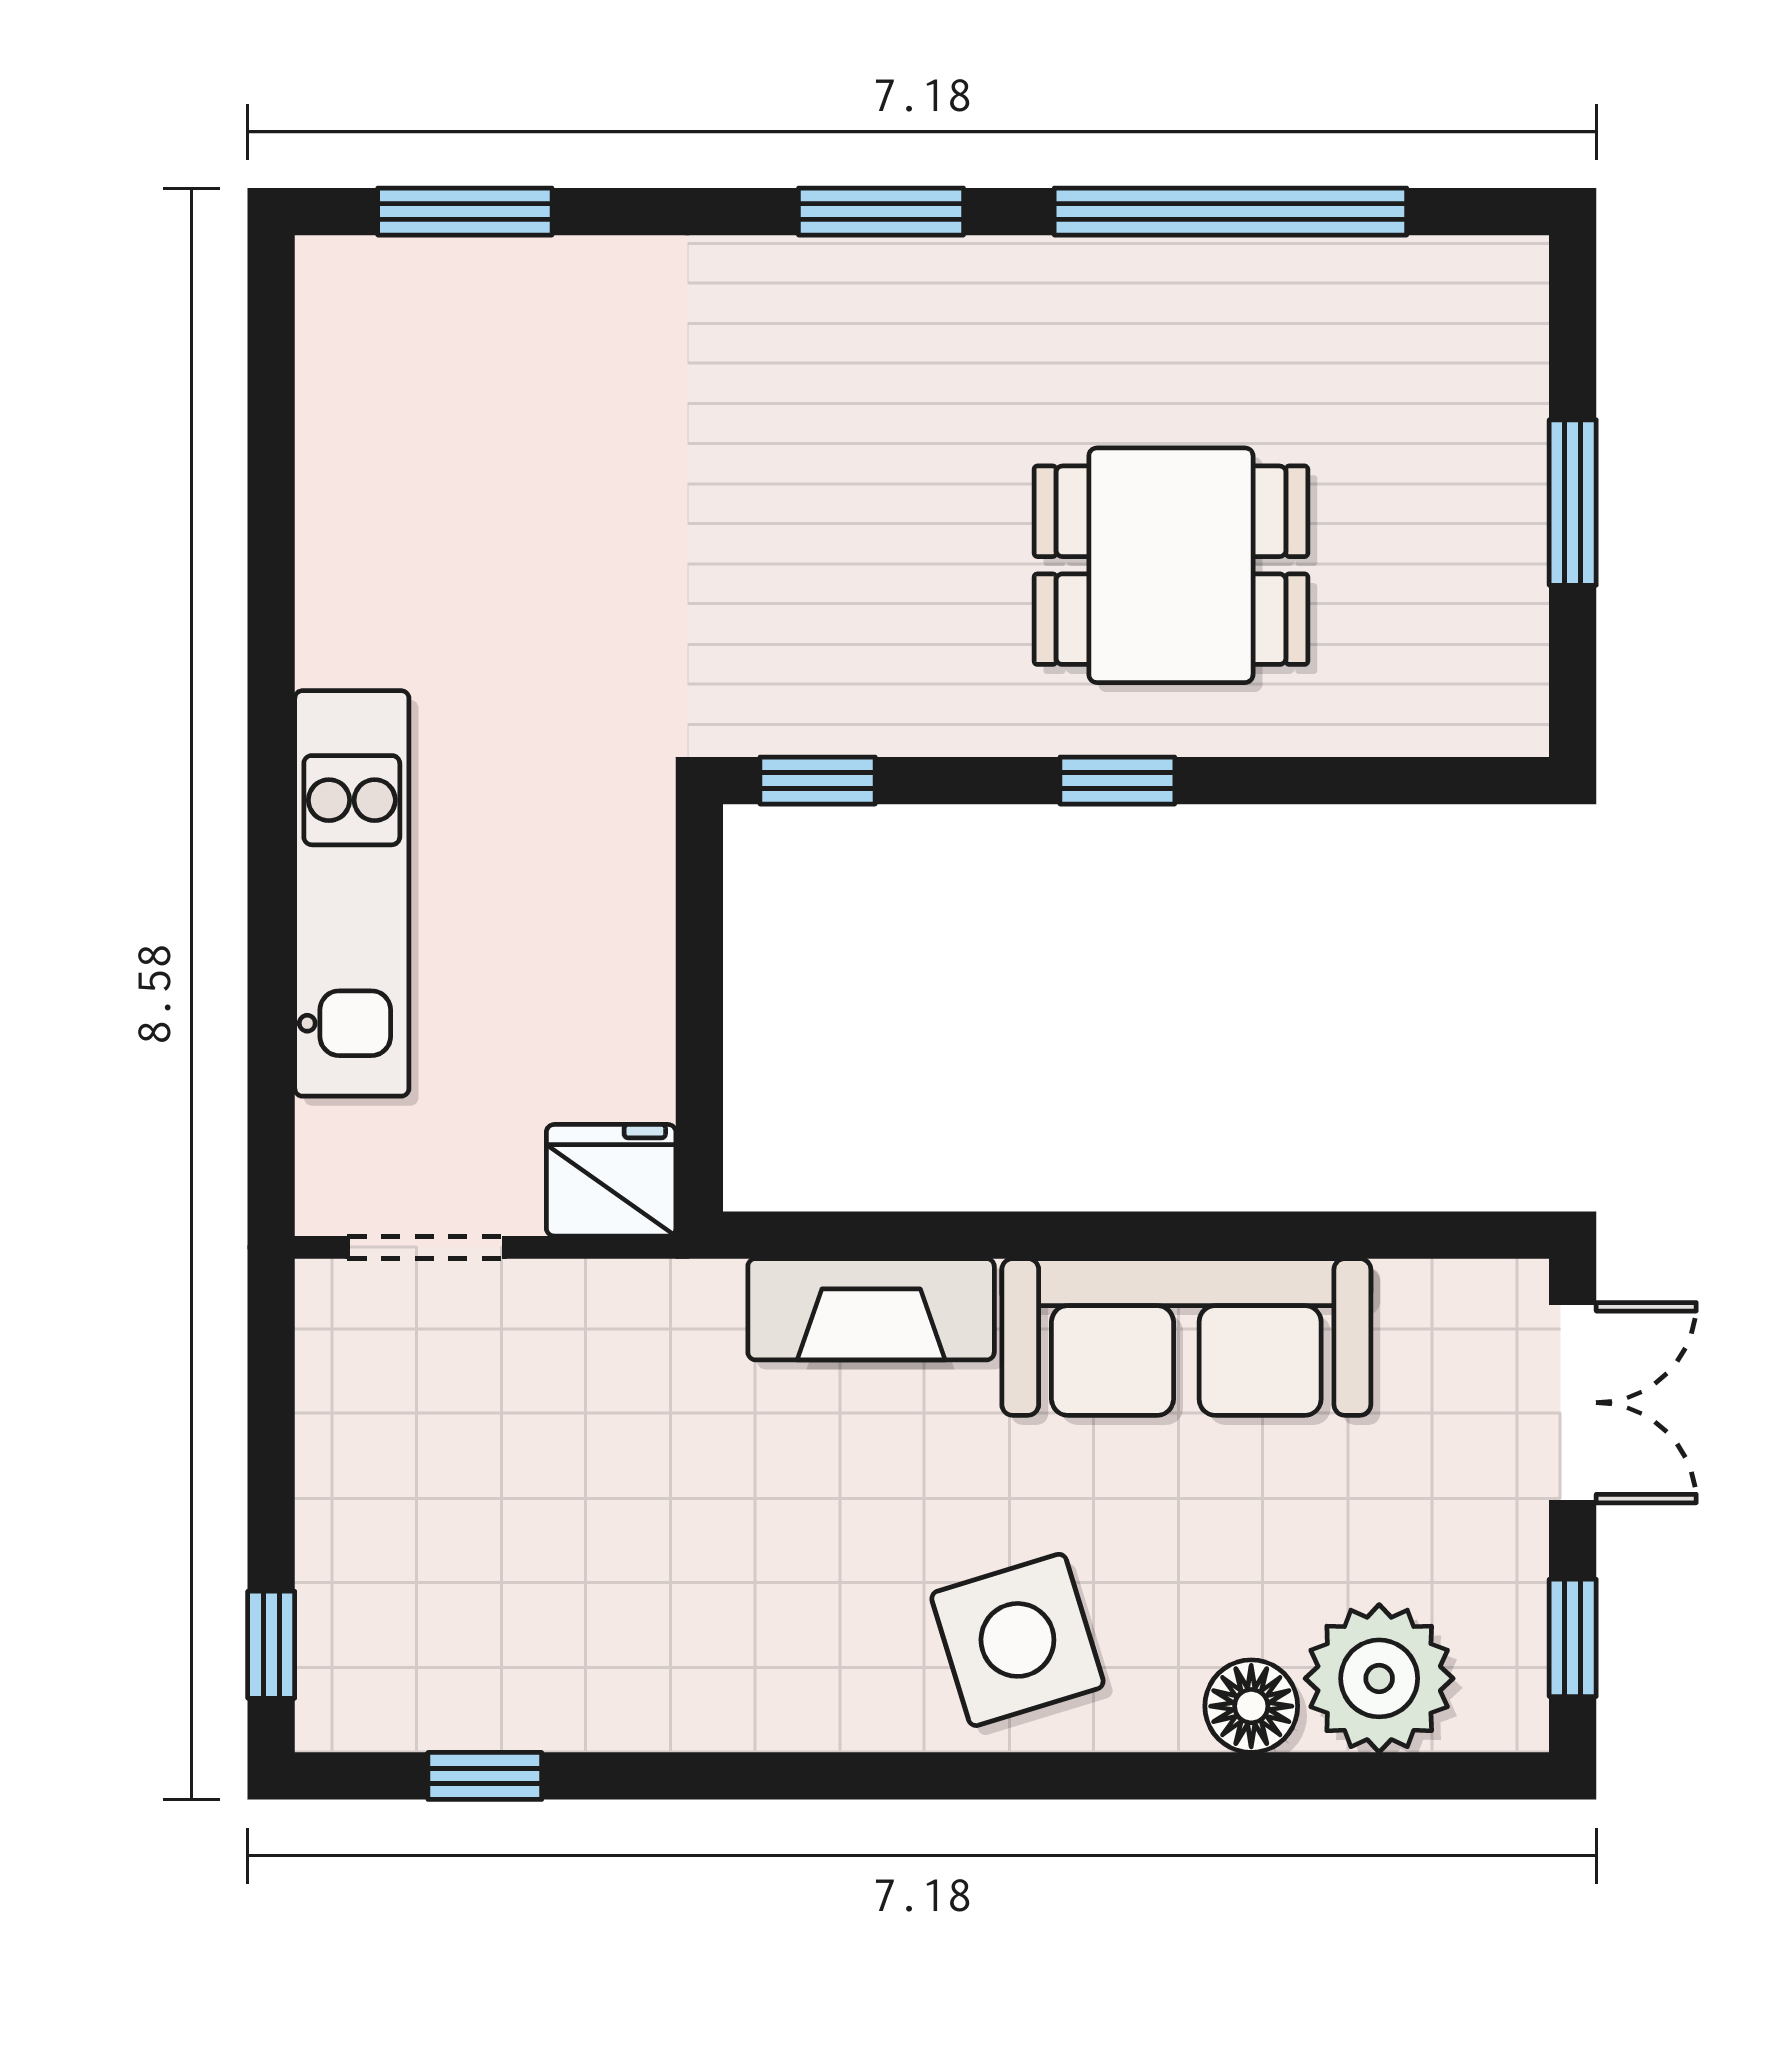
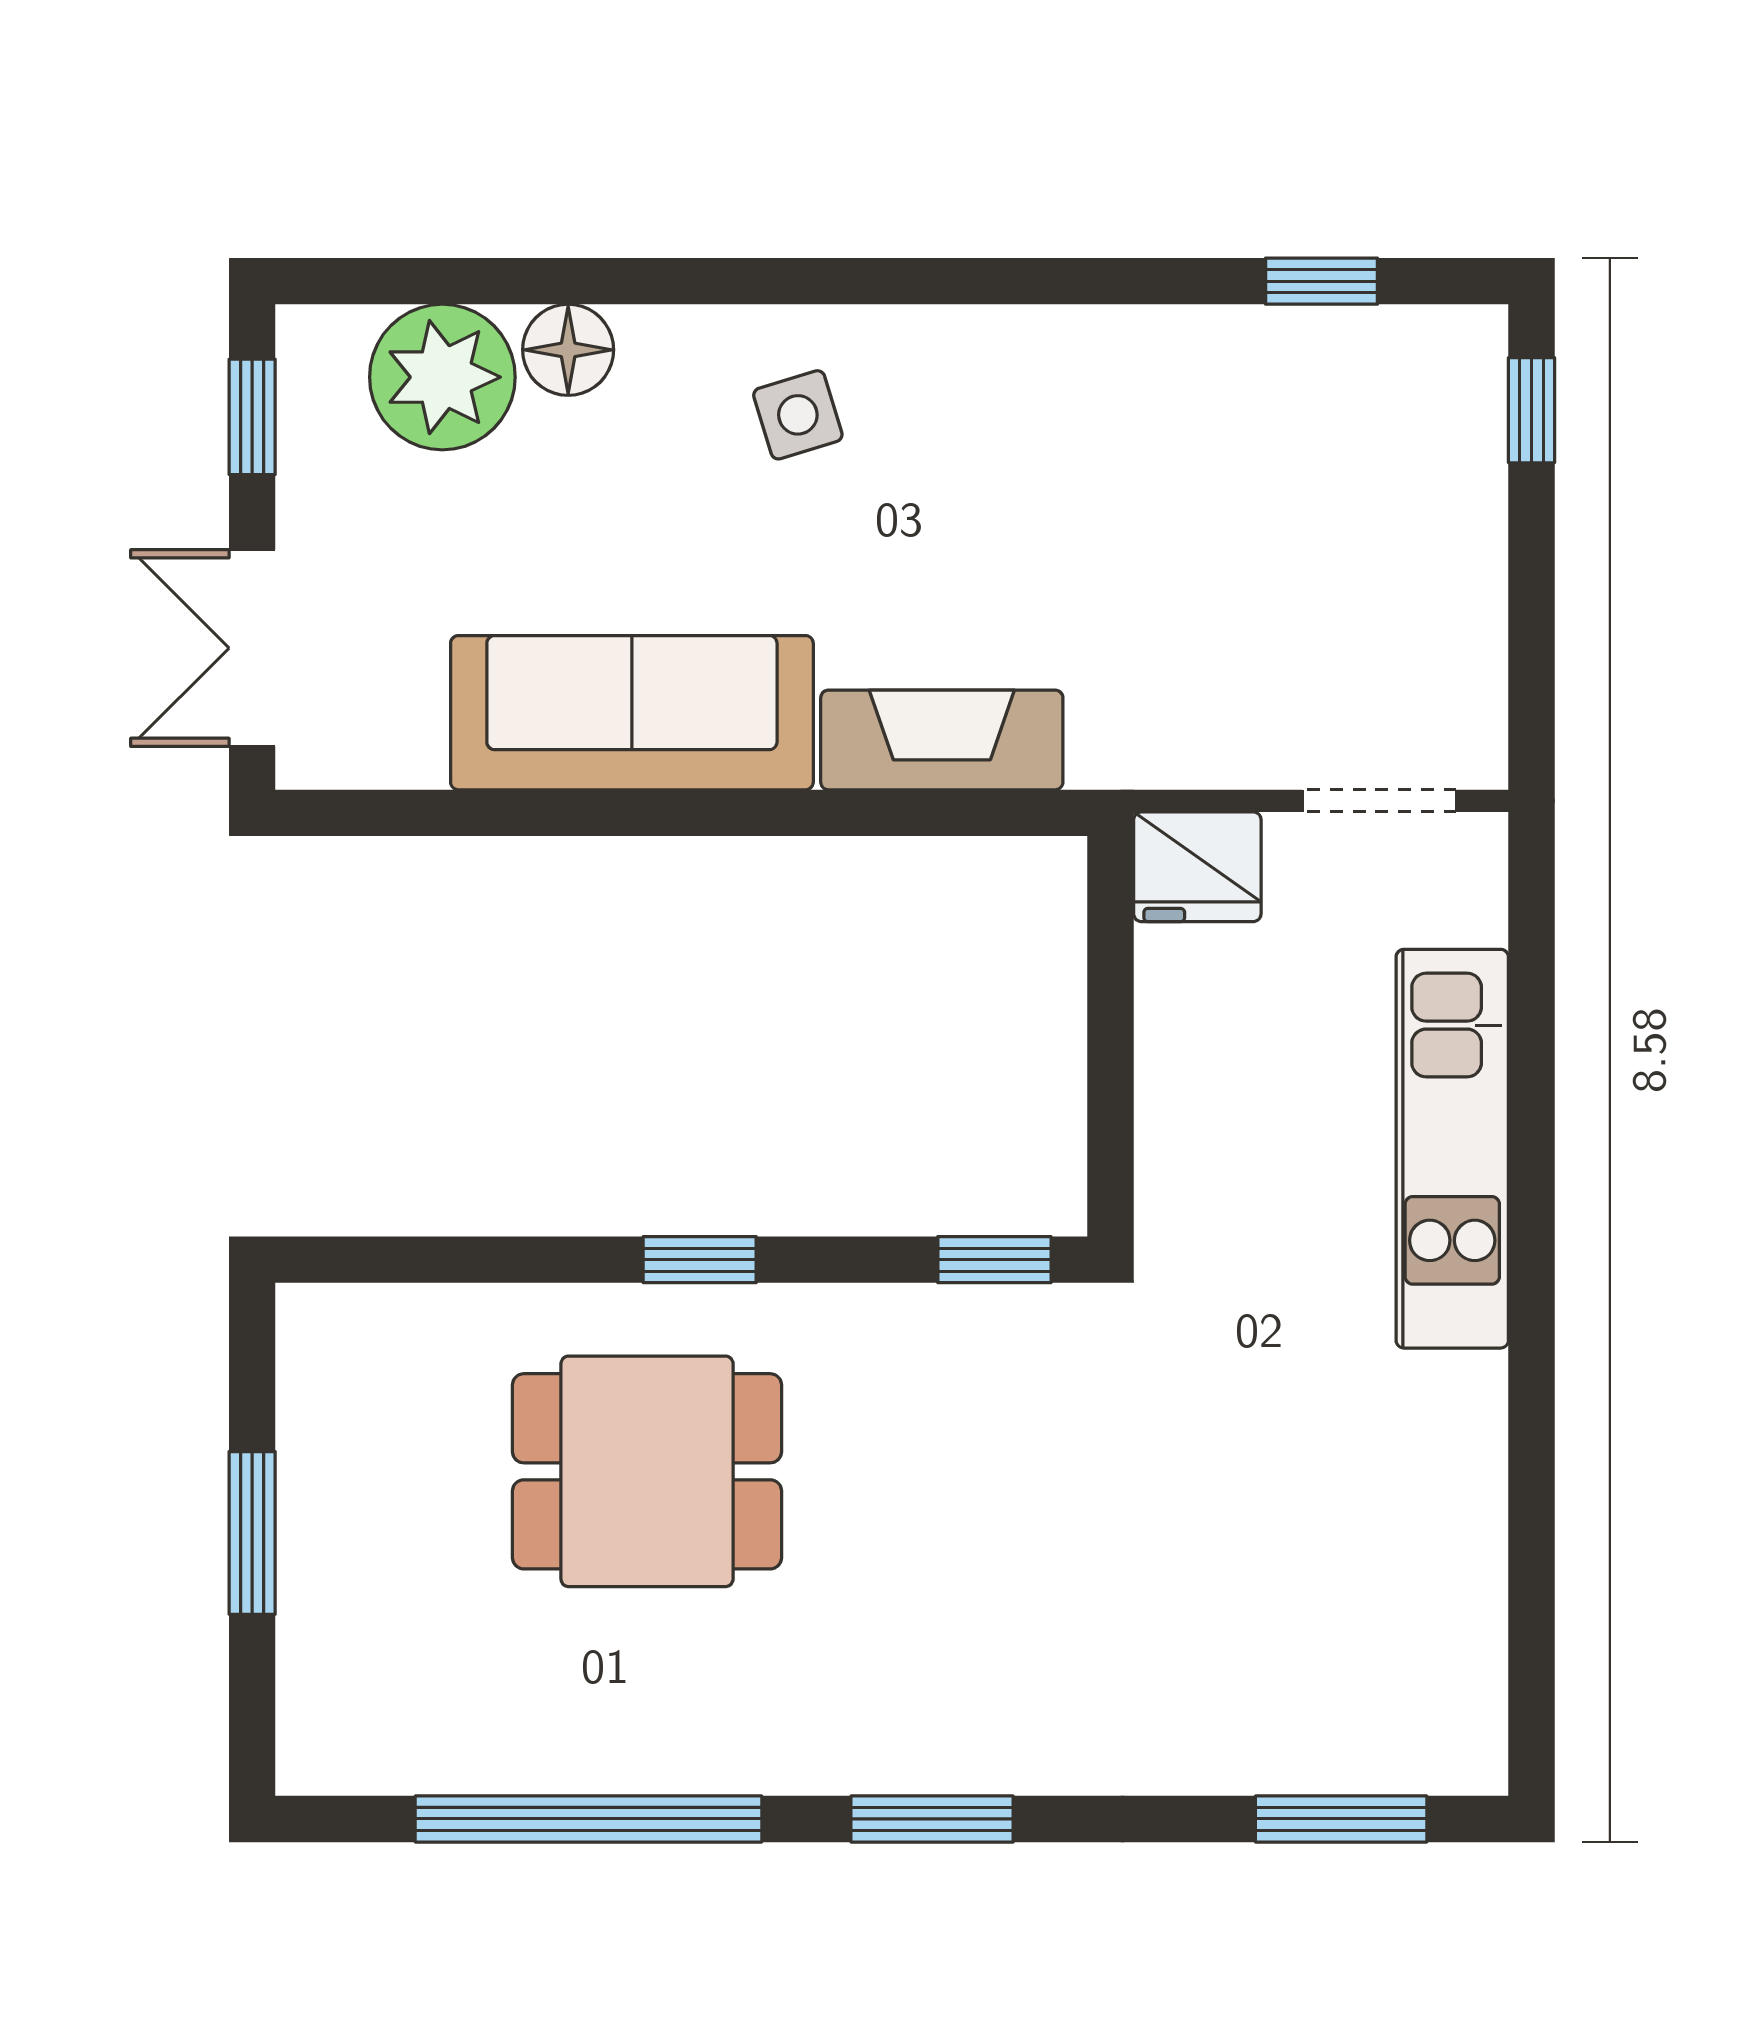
side table: (1017, 1640) -> (798, 415), width x0.54, depth x0.54

